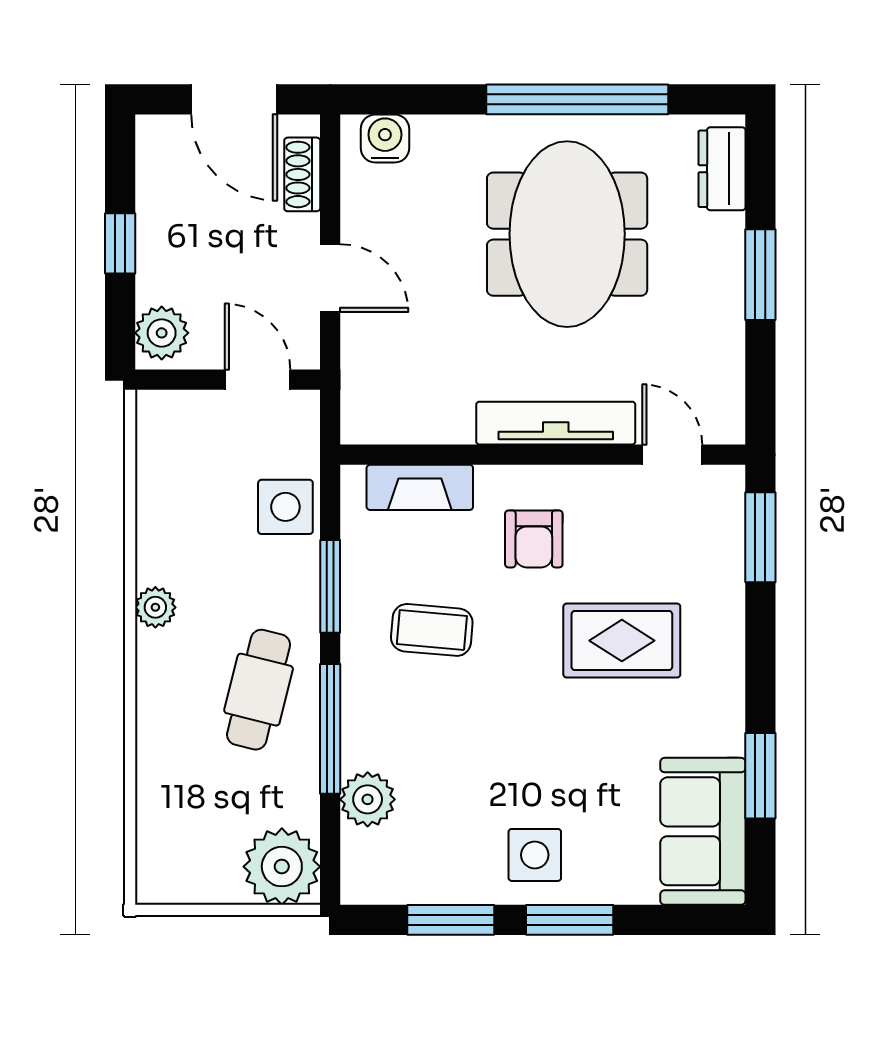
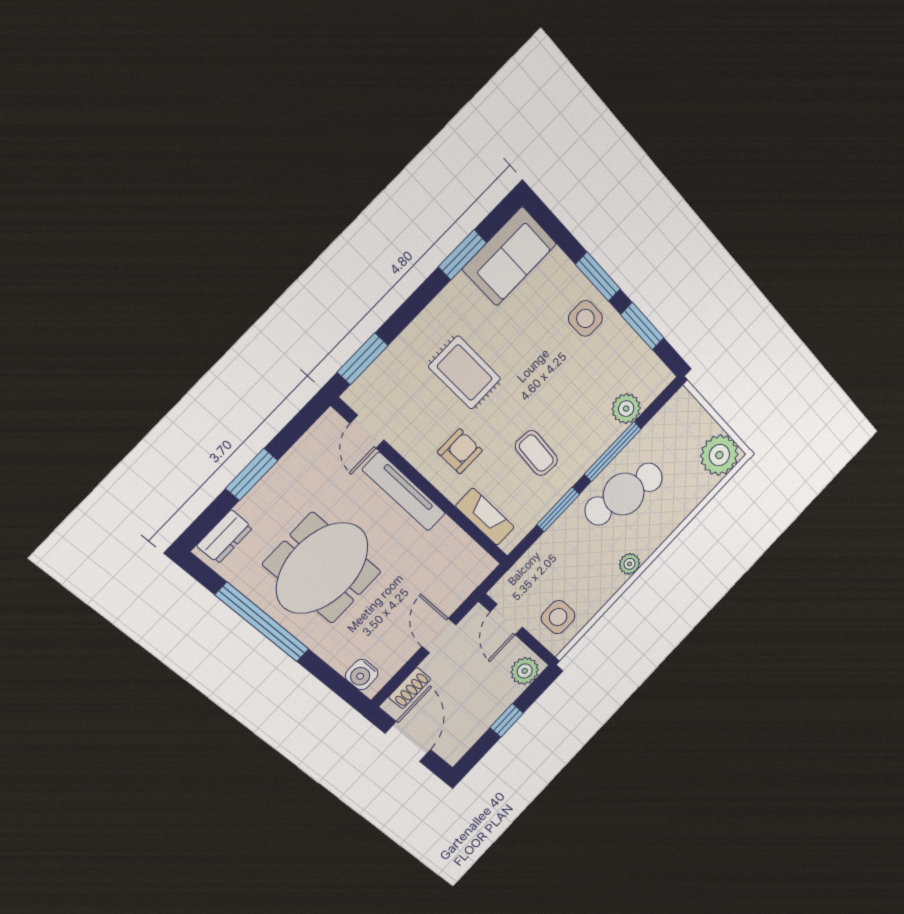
side table: (285, 507) -> (558, 617), moved
cafe table: (259, 690) -> (624, 494), width x1.37, depth x1.35
plant: (282, 867) -> (719, 455), moved

